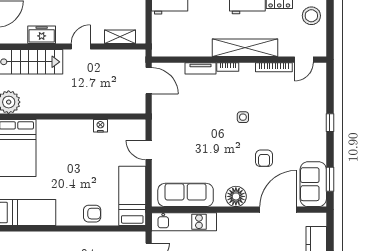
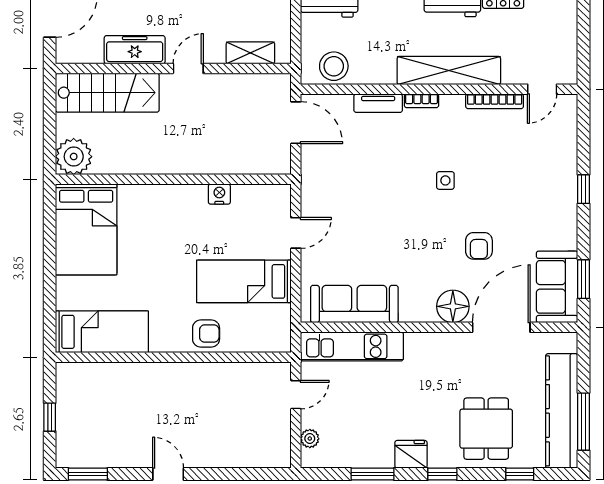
stool: (311, 16) -> (334, 66), moved
freezer: (42, 35) -> (135, 50), width x1.40
door: (149, 150) -> (296, 233), swing flipped
bed: (132, 196) -> (244, 281), moved, turned -90
floor lamp: (236, 196) -> (453, 306), moved

